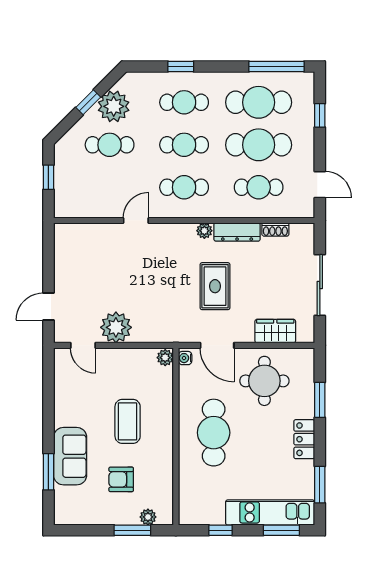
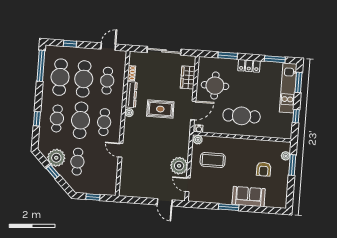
cafe table: (184, 145) -> (81, 120), width x1.37, depth x1.35
door: (83, 345) -> (188, 185), swing flipped
coffee table: (128, 421) -> (213, 160), moved
window: (48, 472) -> (229, 207), moved

